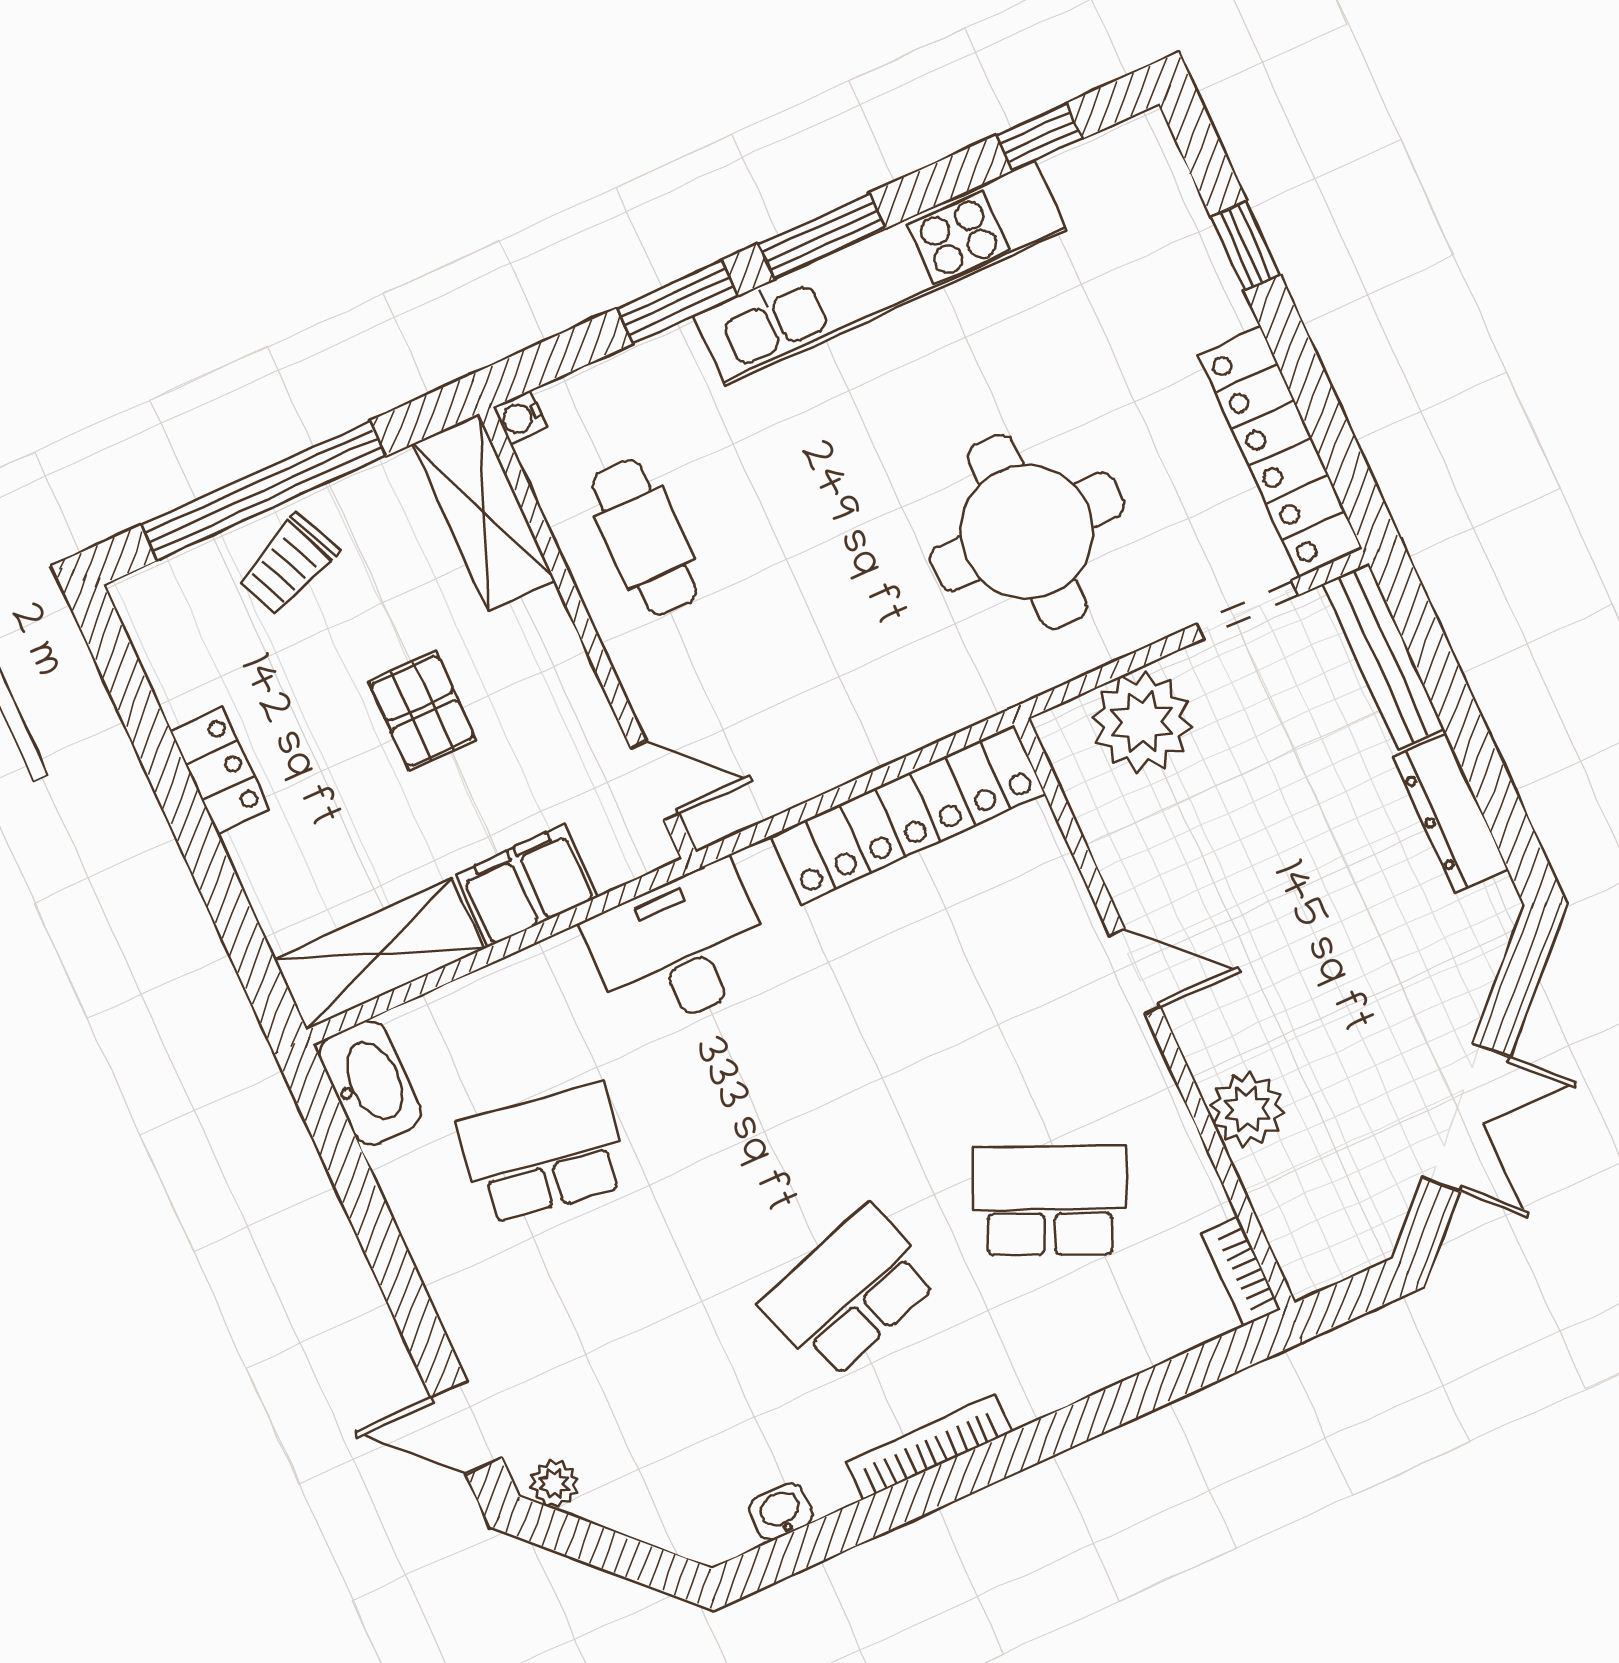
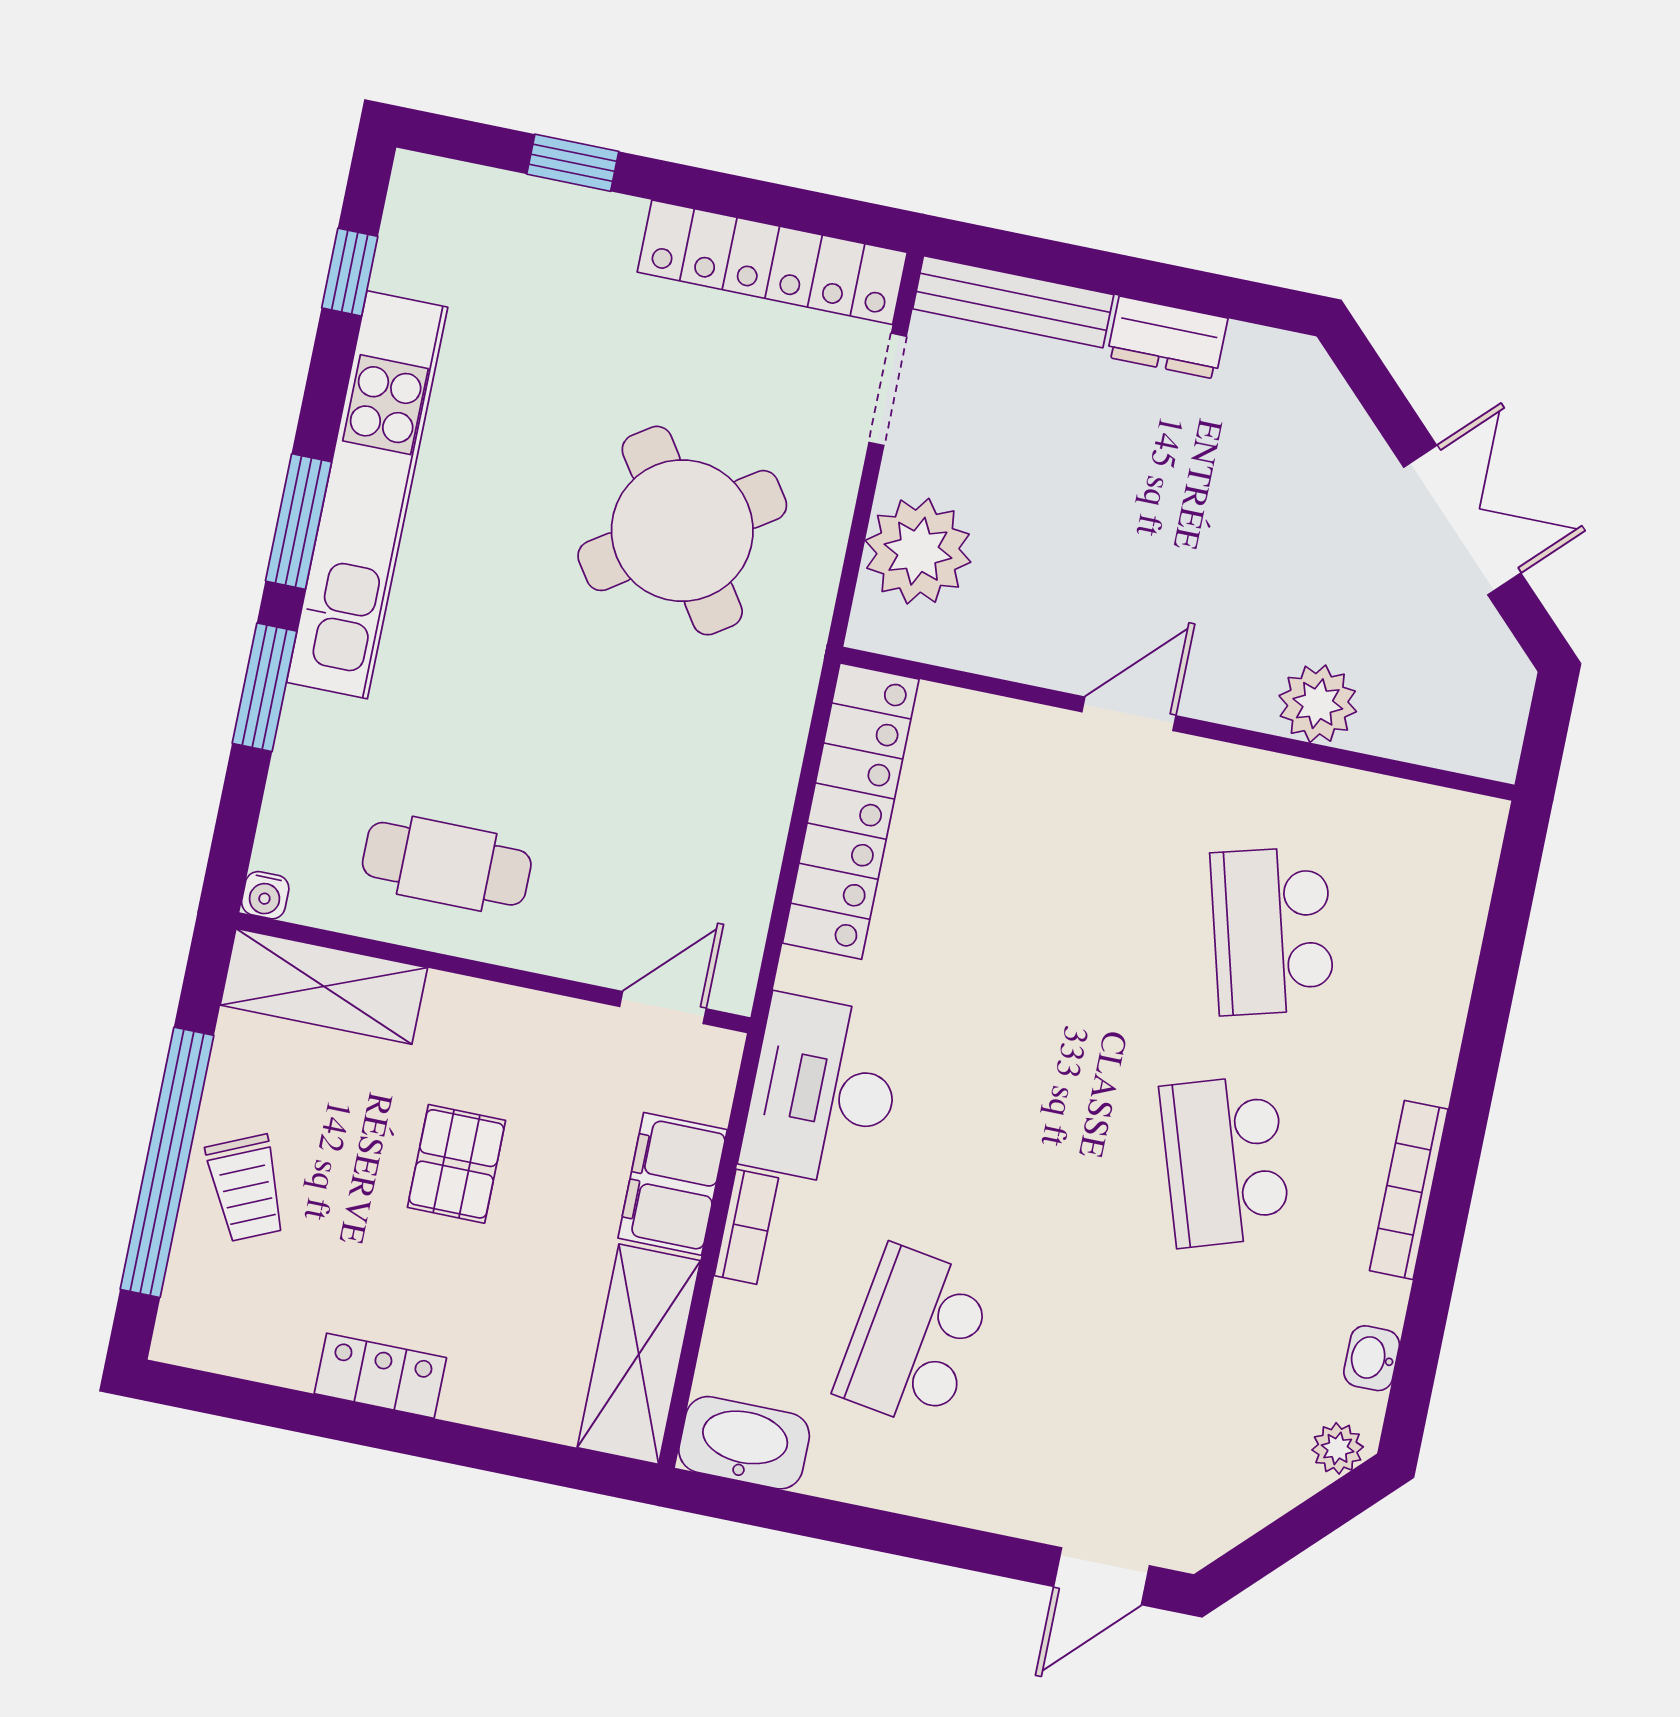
round table: (1027, 532) -> (682, 531), turned -34
pallet: (422, 711) -> (456, 1164), turned 90
dresser: (1451, 814) -> (1167, 338), width x0.70
school desk: (1050, 1200) -> (1272, 931), turned -39
bookcase: (1241, 1272) -> (746, 1227), moved, turned -90
plant: (554, 1484) -> (1338, 1448), moved

